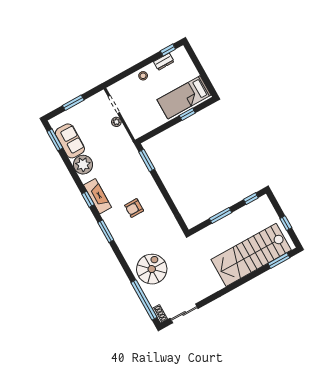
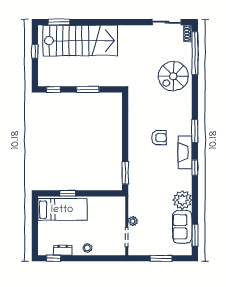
fireplace: (98, 196) -> (185, 153), moved

